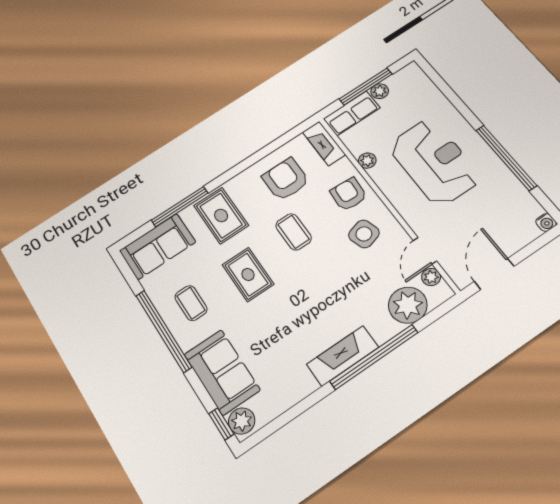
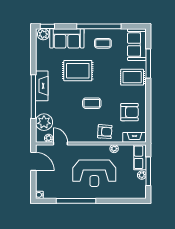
coffee table: (294, 232) -> (92, 103), moved
side table: (364, 234) -> (84, 126), removed
rug: (248, 275) -> (78, 71), moved, width x1.36, depth x1.43

